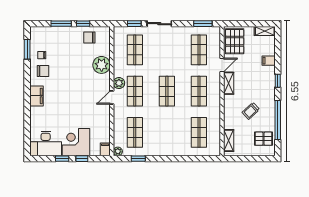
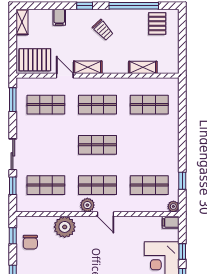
window: (83, 24) -> (13, 236), moved
trolley: (251, 111) -> (103, 30), moved
shelving: (229, 141) -> (143, 67), moved

